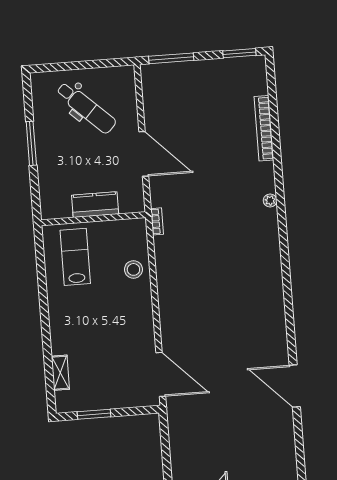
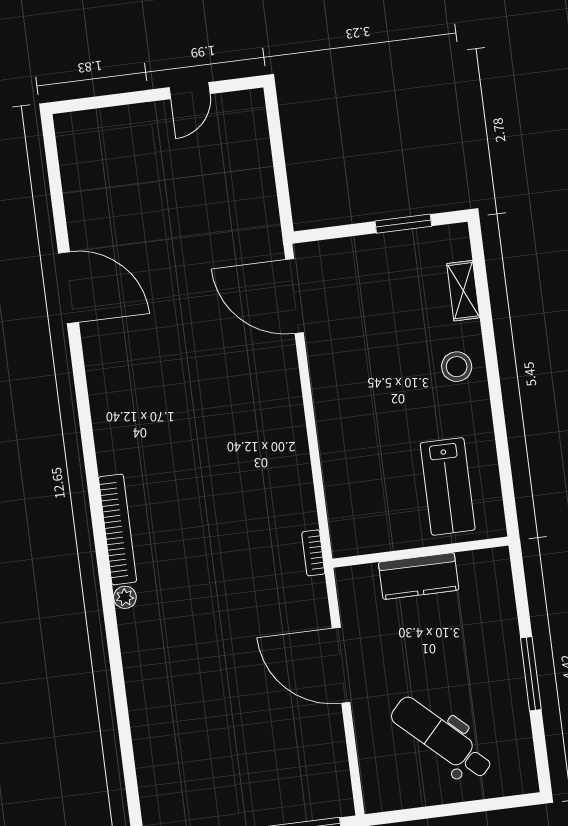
bookcase: (264, 128) -> (118, 529), moved
stool: (133, 269) -> (457, 367), moved

